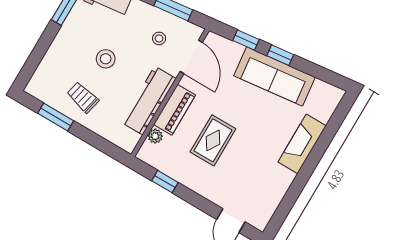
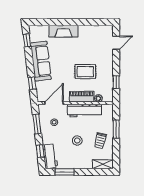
window: (280, 55) -> (27, 40), moved
shelving: (41, 78) -> (103, 164), added
window: (56, 117) -> (116, 129), moved

